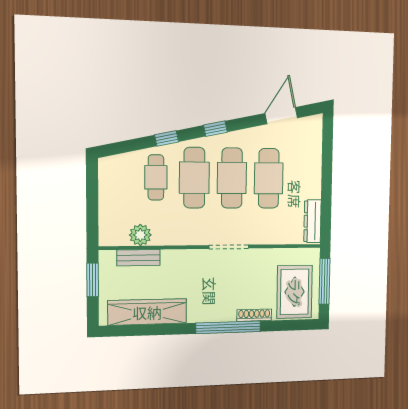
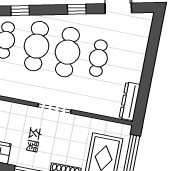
window: (215, 129) -> (77, 9), moved
cafe table: (269, 178) -> (98, 58), width x0.73, depth x0.74

